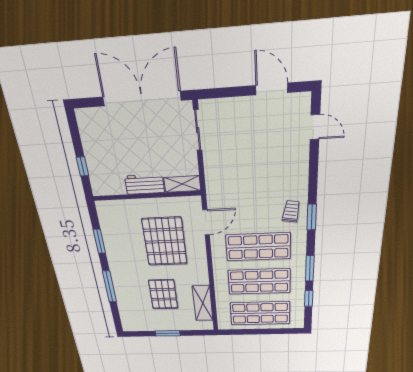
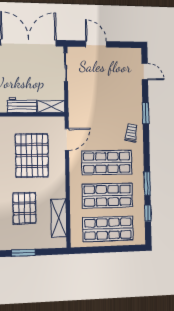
door: (272, 89) -> (96, 44), moved
window: (312, 217) -> (146, 113), moved

